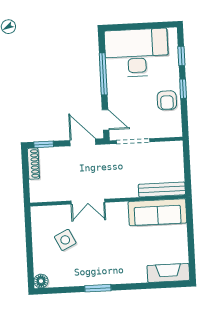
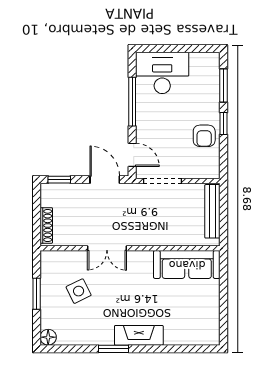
desk: (137, 53) -> (162, 73), width x0.73, depth x0.77
window: (181, 56) -> (224, 85), width x1.50
shoe rack: (33, 164) -> (46, 225), moved
bench: (162, 190) -> (212, 211), moved, turned 90
window: (29, 244) -> (37, 294), added
fireplace: (168, 273) -> (139, 335), moved

